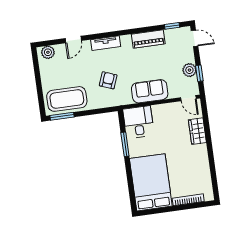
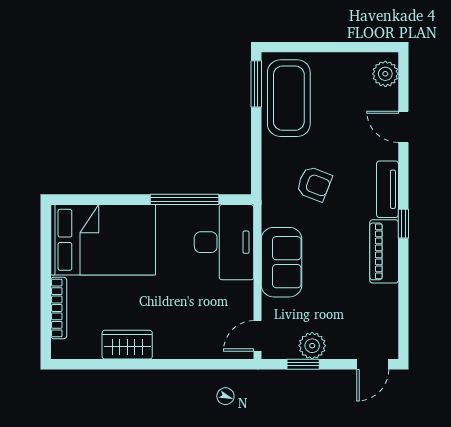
window: (172, 26) -> (403, 224), moved
piano: (148, 39) -> (384, 251), moved
desk: (139, 122) -> (224, 242), width x1.37
wardrobe: (197, 131) -> (127, 345), moved
window: (125, 144) -> (184, 199), width x1.44

